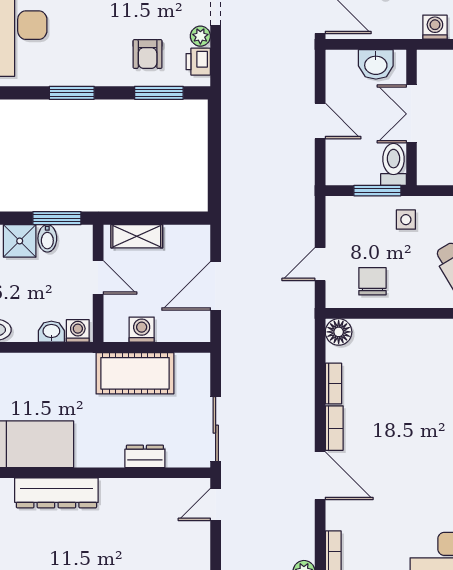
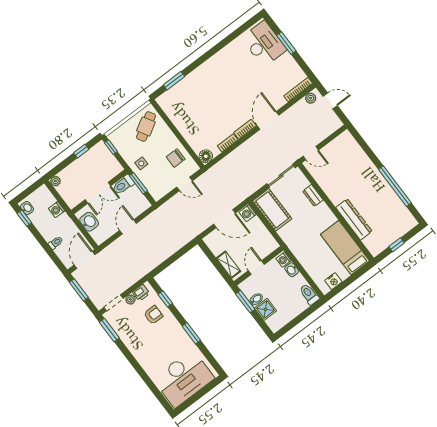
window: (159, 93) -> (165, 299), width x0.67
washing machine: (142, 330) -> (248, 213), moved
cot: (135, 373) -> (272, 210), moved

